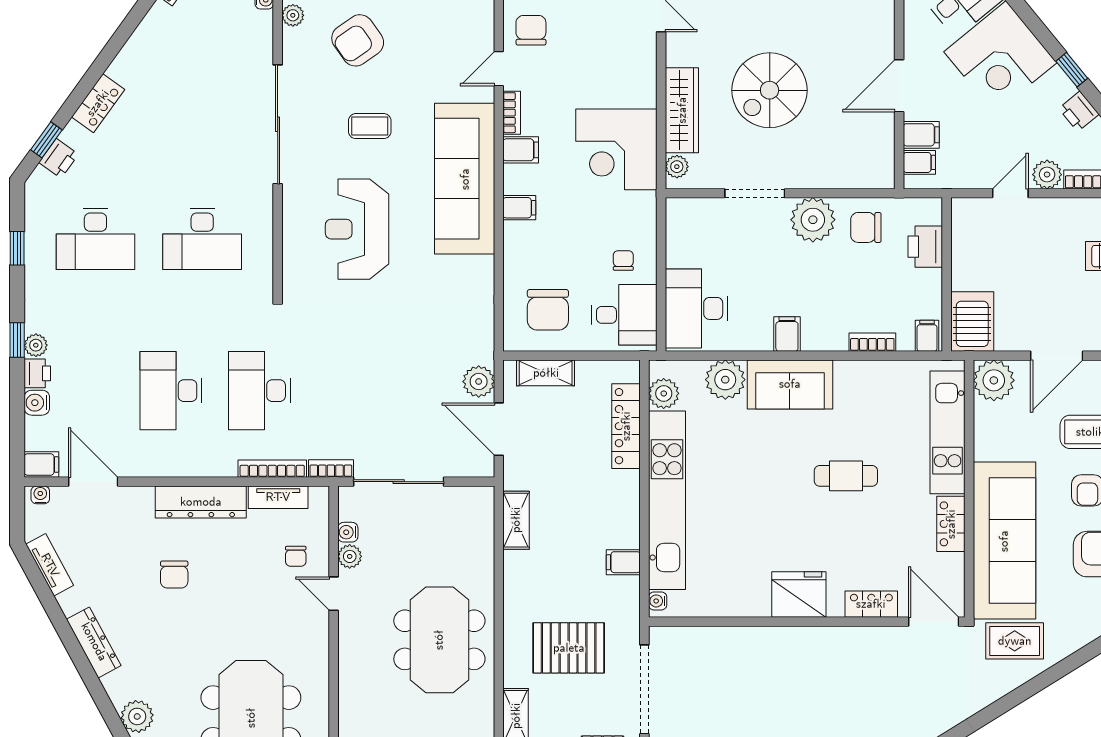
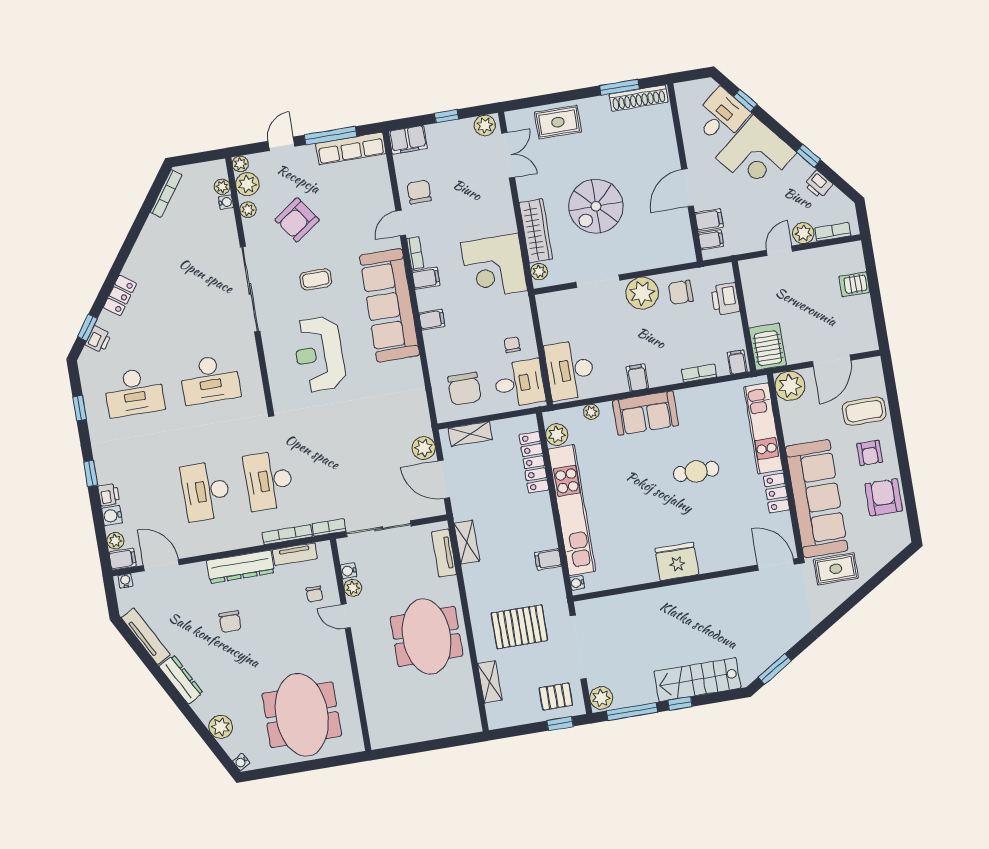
plant: (36, 345) -> (115, 541), moved
plant: (725, 380) -> (591, 412), width x0.53, depth x0.53
tv unit: (482, 530) -> (444, 553), added
tv unit: (50, 565) -> (146, 636), width x1.41
locker: (871, 604) -> (730, 560), removed

